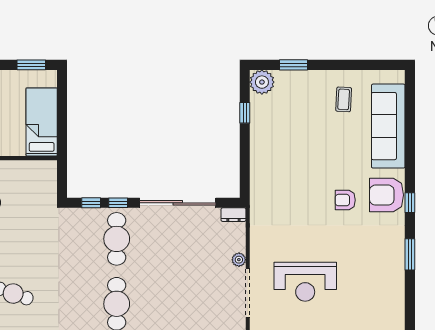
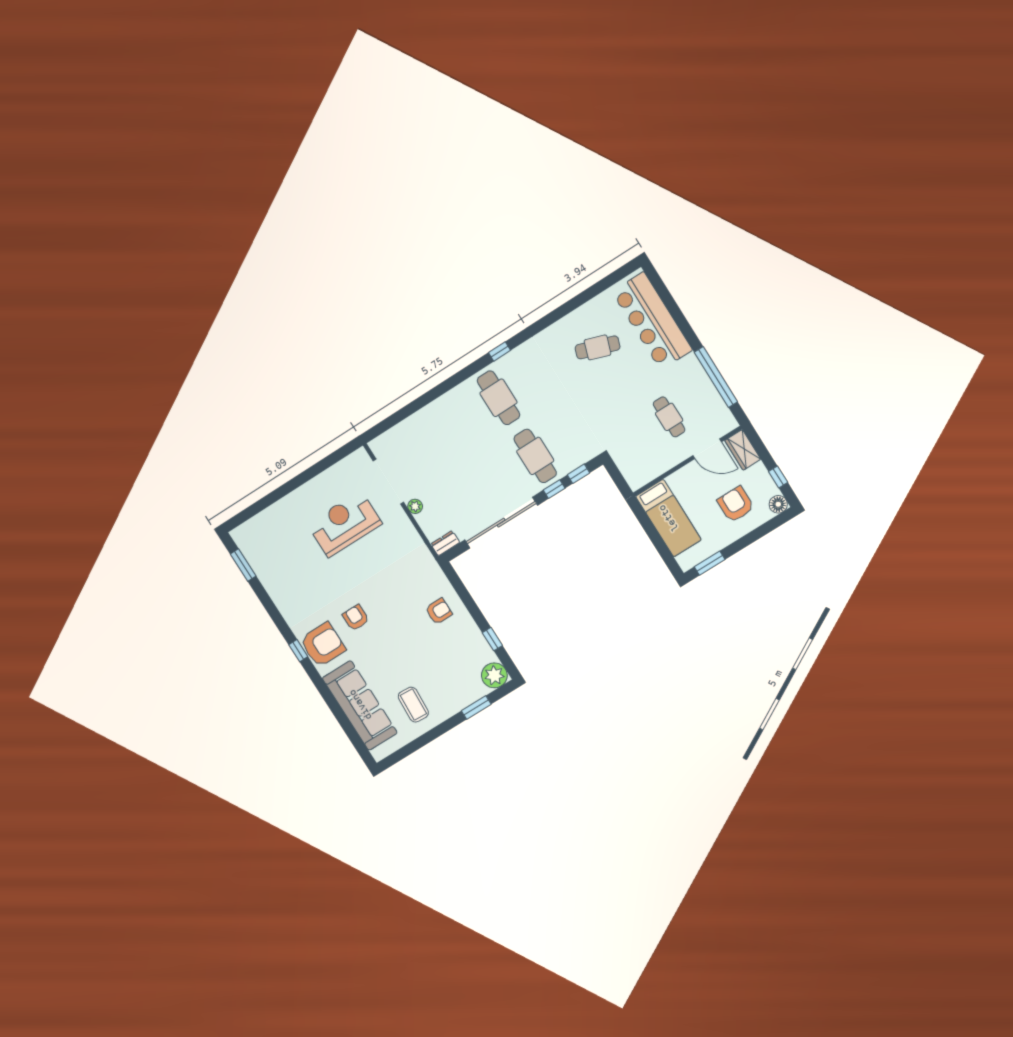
coffee table: (344, 99) -> (413, 705), width x1.36, depth x1.30
armchair: (274, 163) -> (439, 611), added
armchair: (345, 200) -> (356, 618), turned -90
window: (410, 254) -> (243, 565), moved

